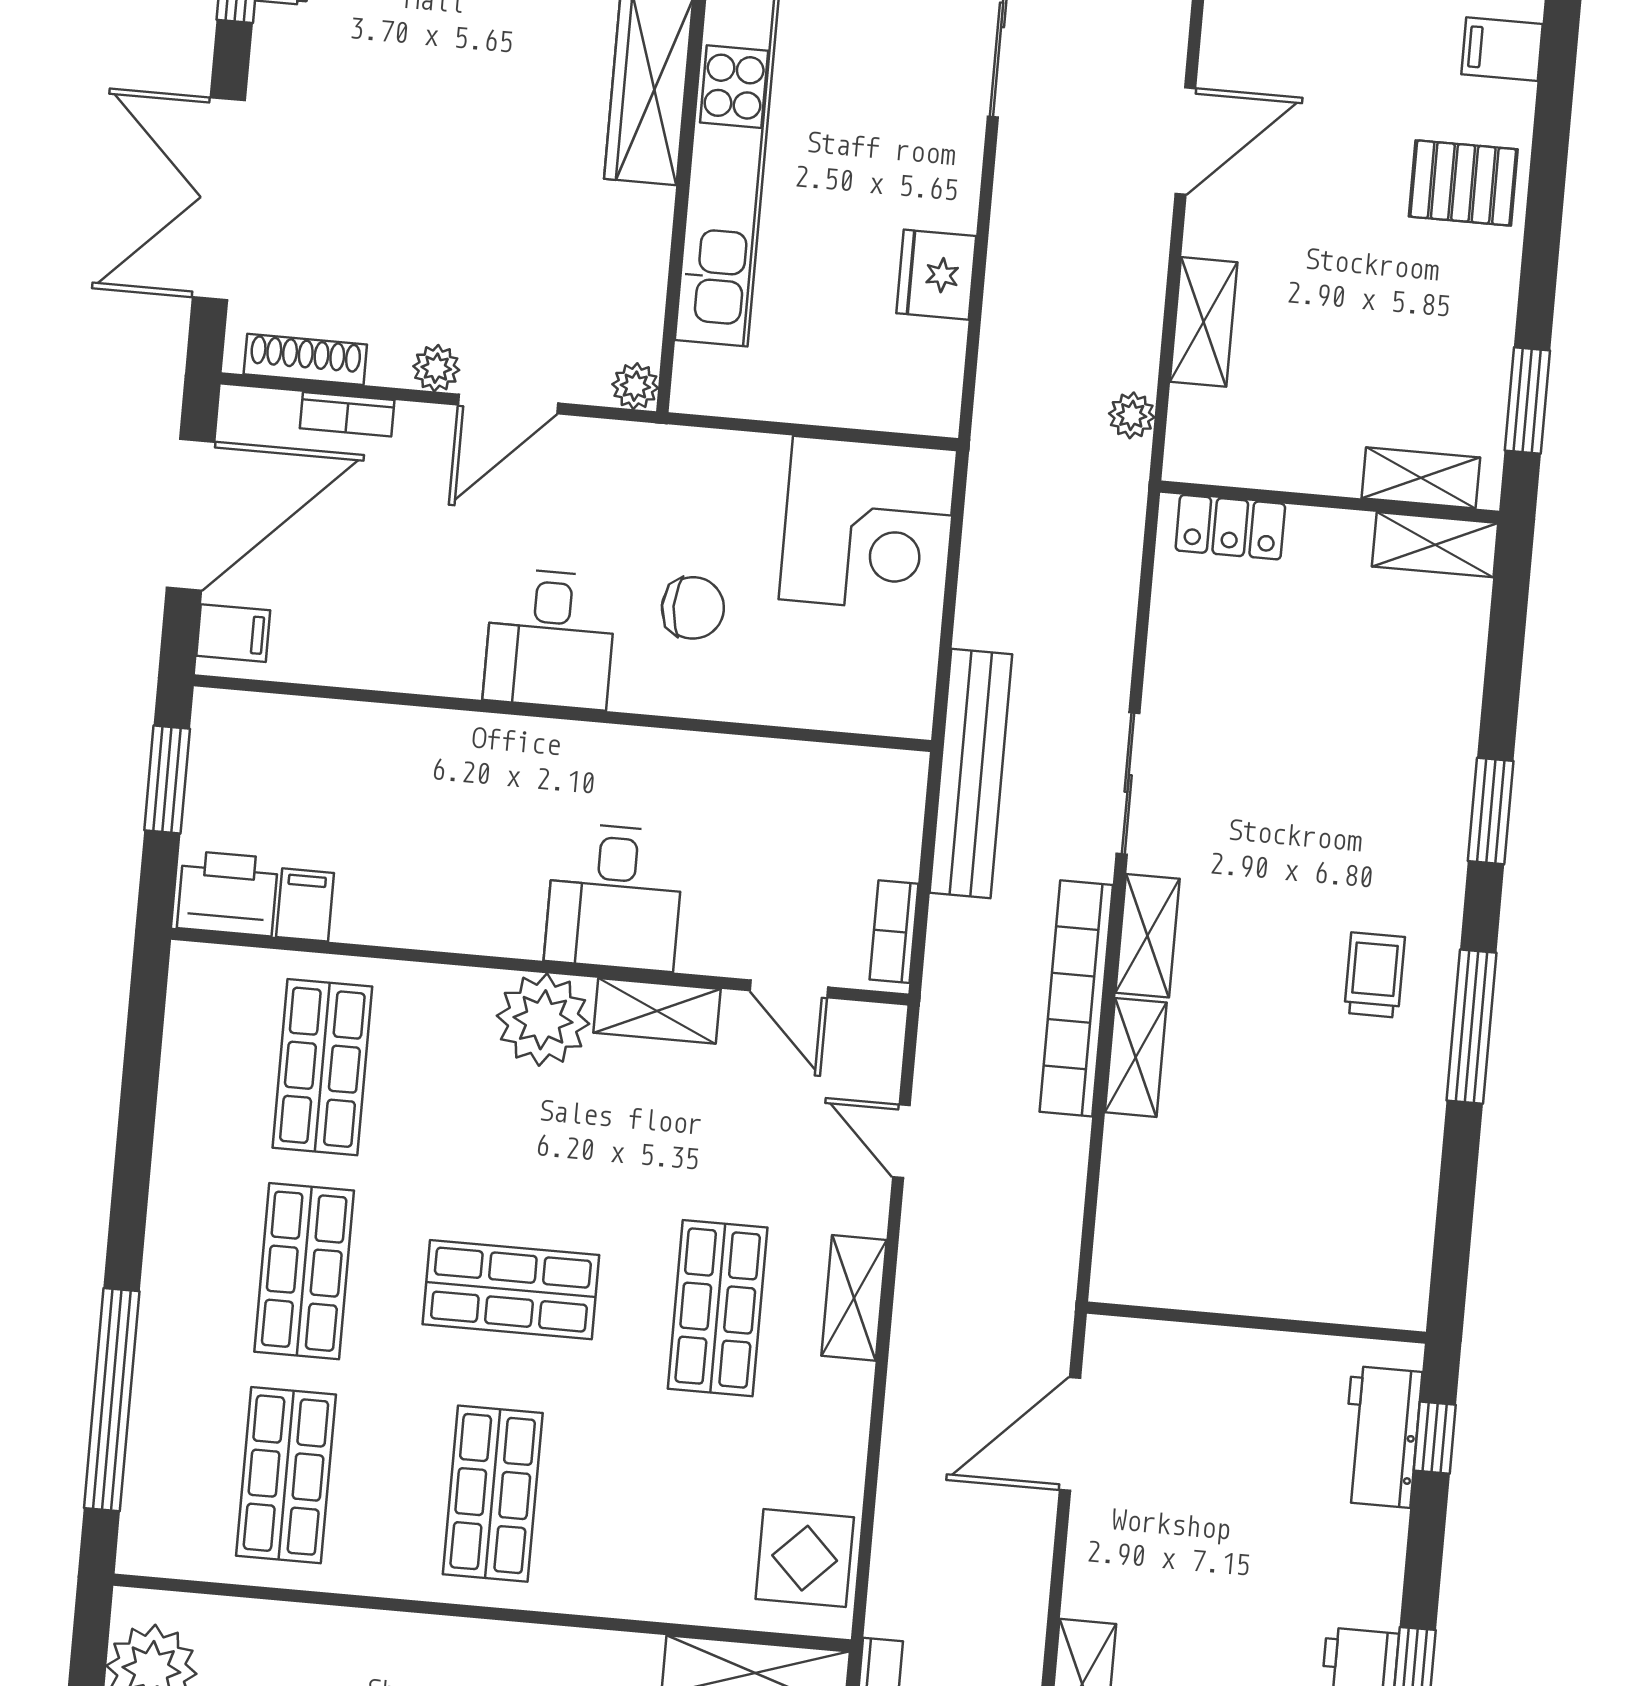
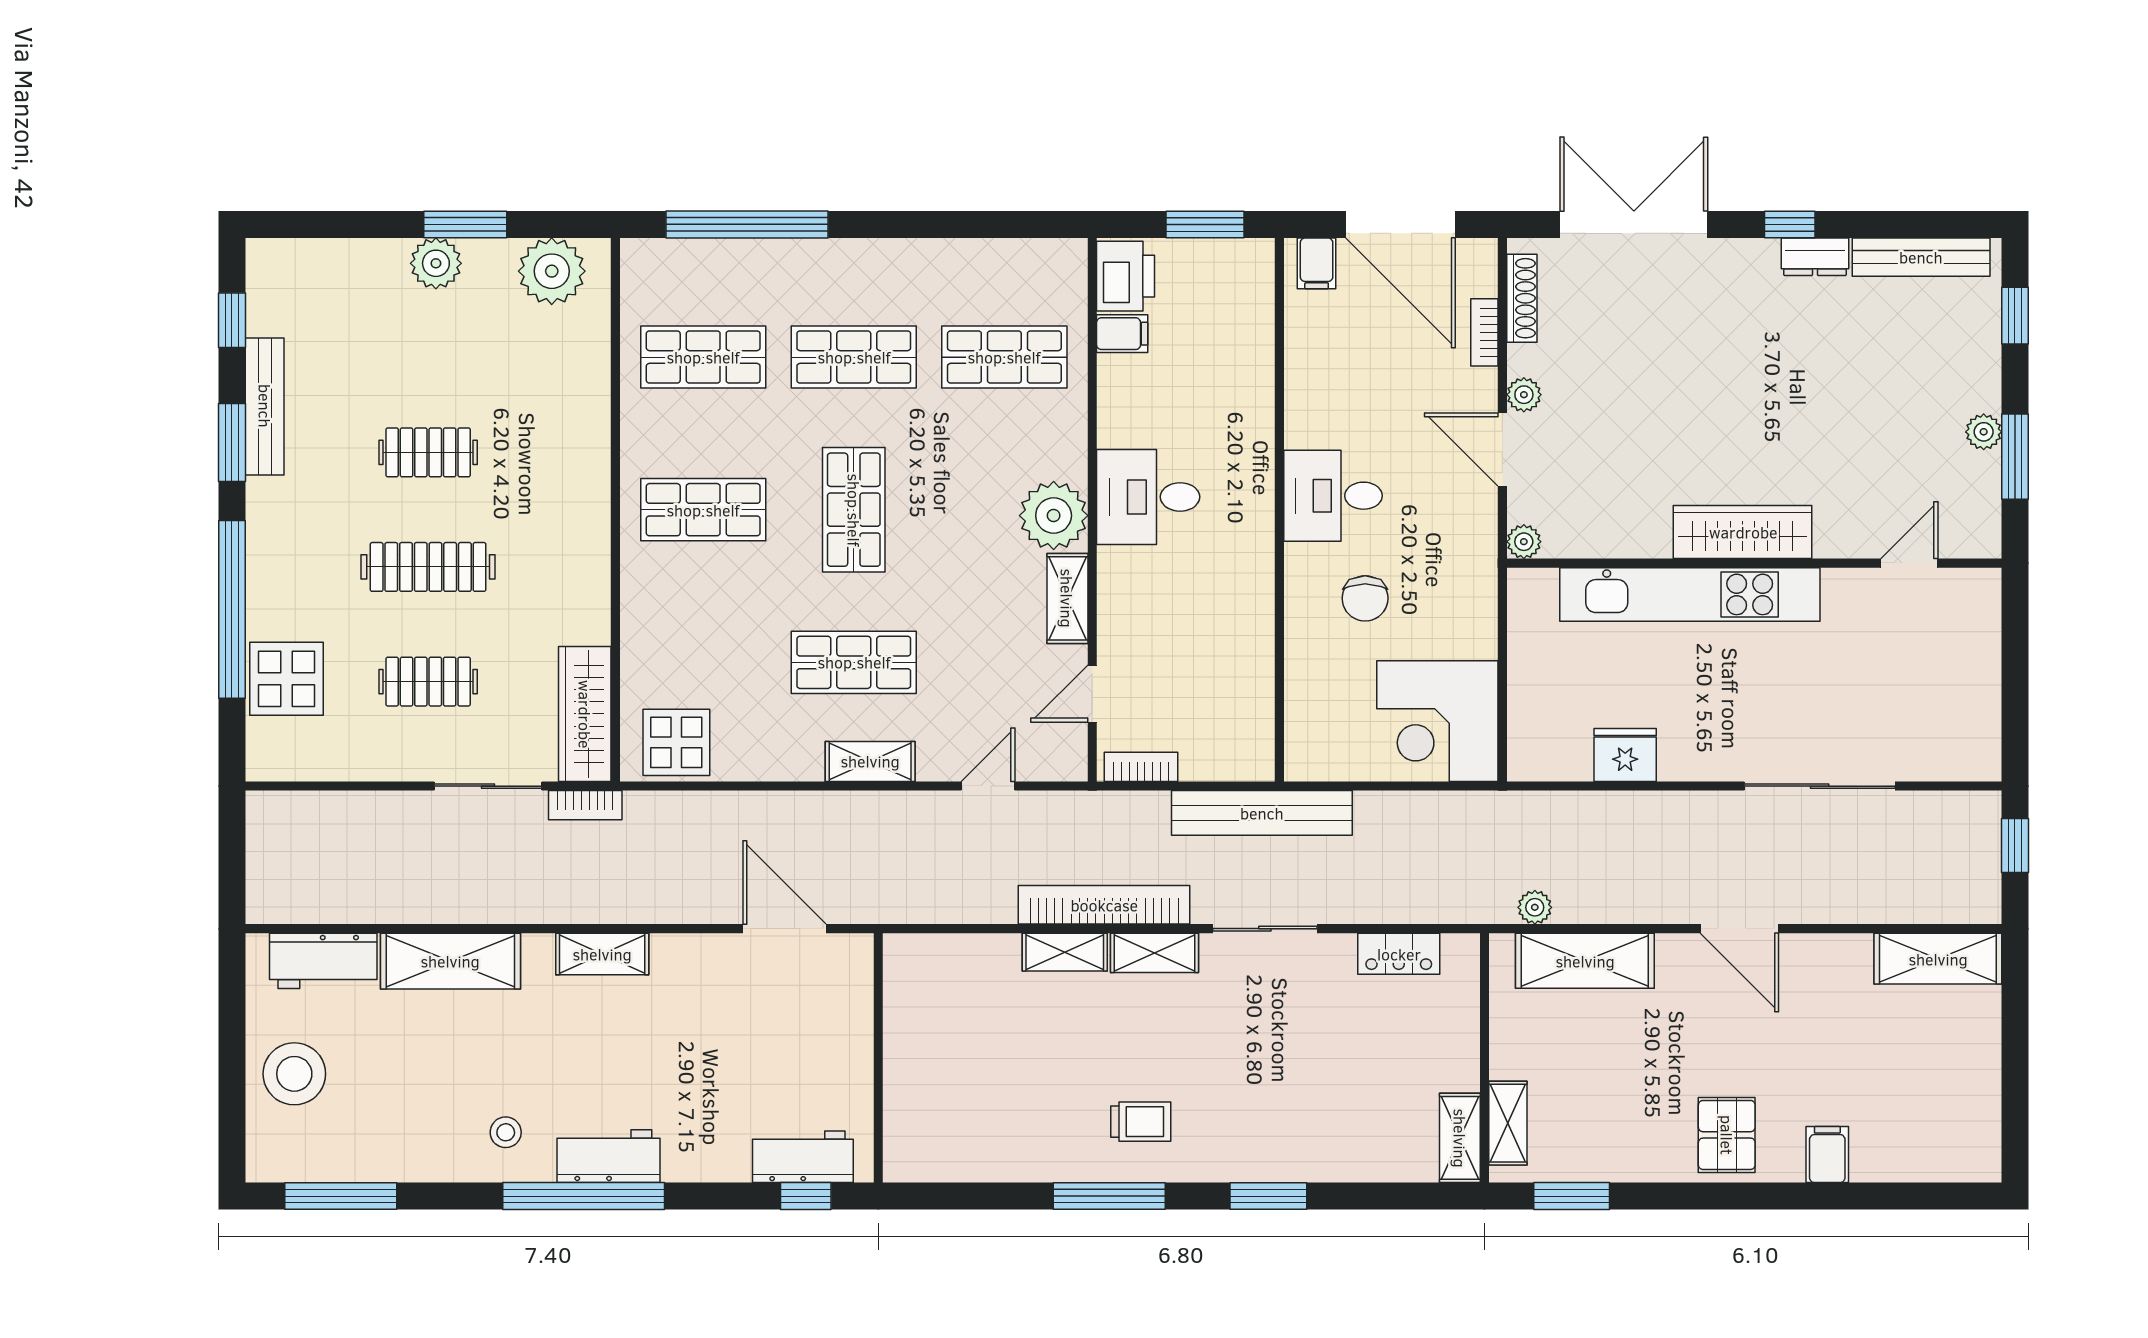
shelving: (1204, 322) -> (1585, 961), width x1.50, depth x1.33
locker: (1230, 527) -> (1399, 954), moved, turned -90
desk: (615, 897) -> (1148, 497), moved

